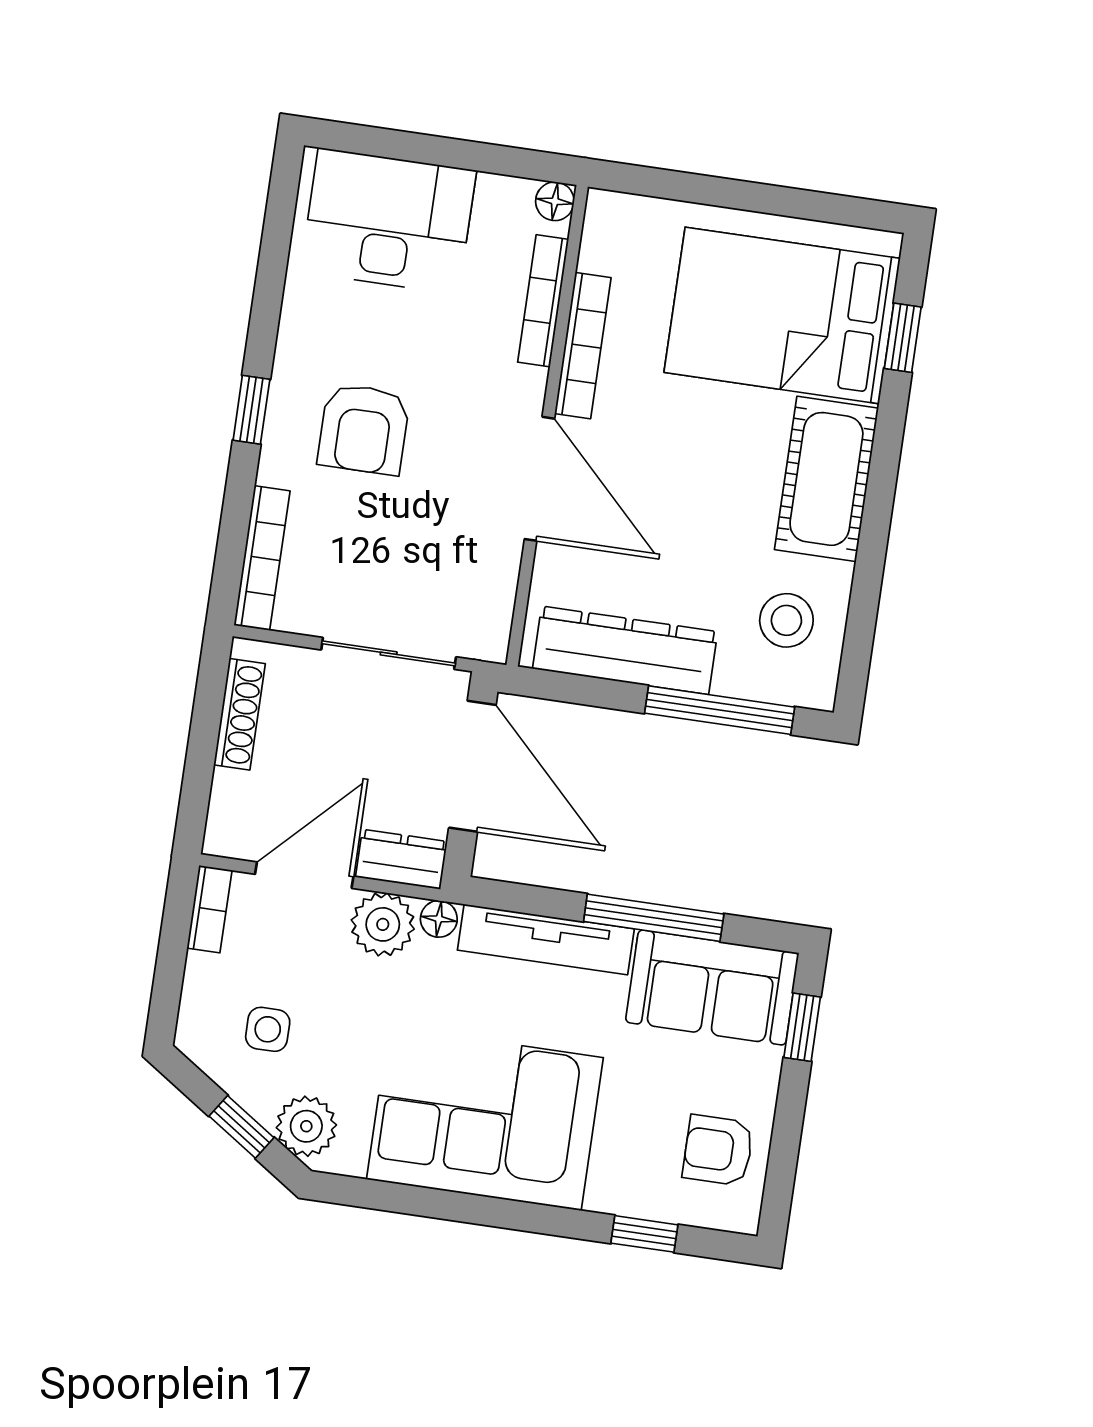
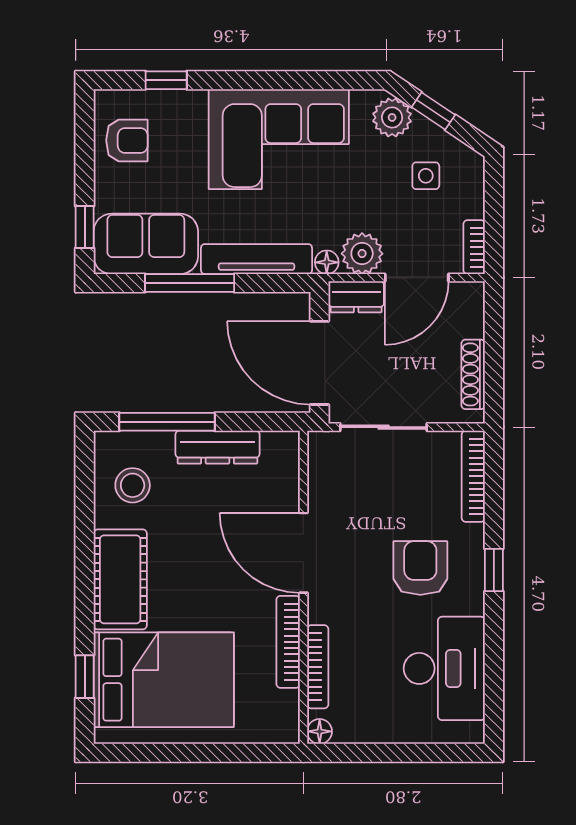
desk: (388, 221) -> (444, 668), moved, turned -90
dresser: (625, 650) -> (217, 447), width x0.73, depth x0.80

